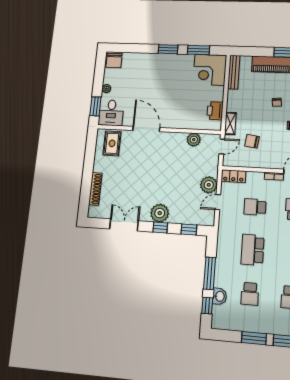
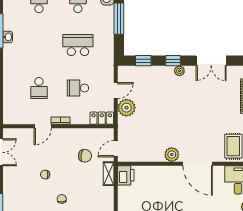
printer: (215, 111) -> (126, 175), moved
plant: (194, 140) -> (172, 155), moved
school desk: (255, 207) -> (78, 88), turned 180
plant: (160, 213) -> (179, 71), width x0.53, depth x0.53
school desk: (252, 250) -> (78, 45), turned -90

